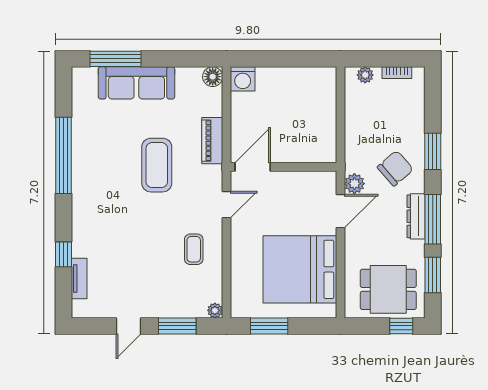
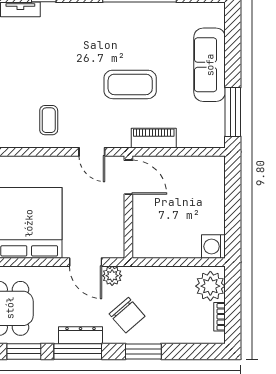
window: (115, 59) -> (233, 112), moved
plant: (365, 75) -> (210, 286), width x1.87, depth x1.87
floor lamp: (213, 77) -> (216, 138), removed
washing machine: (243, 79) -> (213, 246), moved
coffee table: (194, 249) -> (49, 120), turned 90

